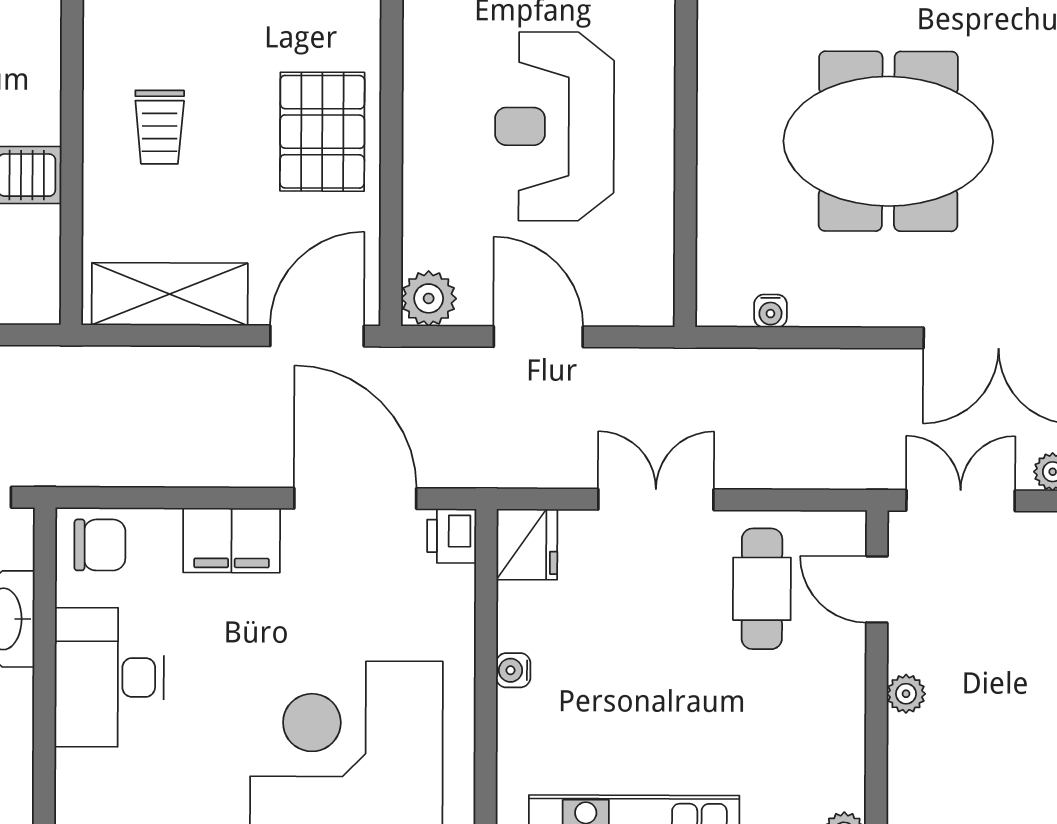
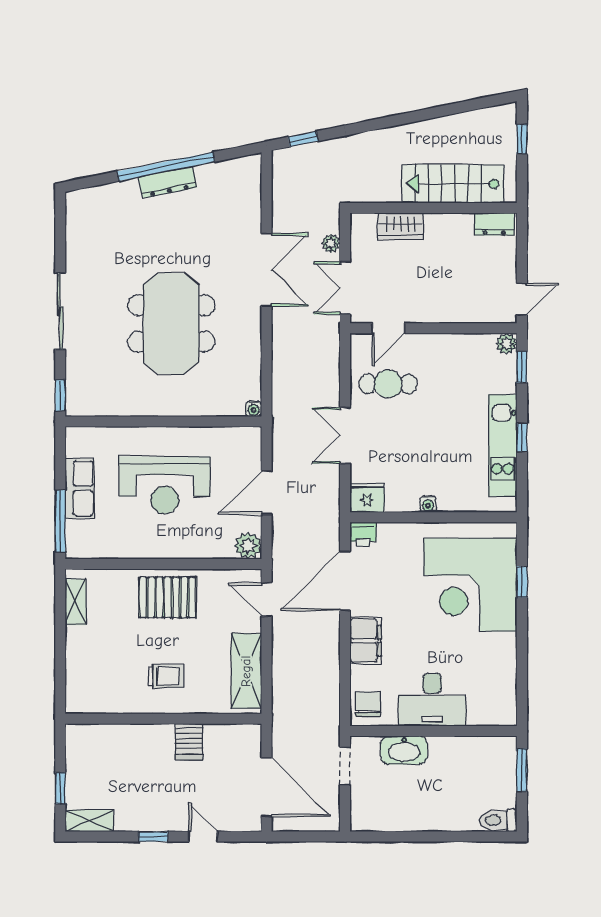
water cooler: (770, 311) -> (254, 409), moved, turned 90
door: (317, 336) -> (266, 600), width x0.73
plant: (906, 694) -> (439, 314), removed

